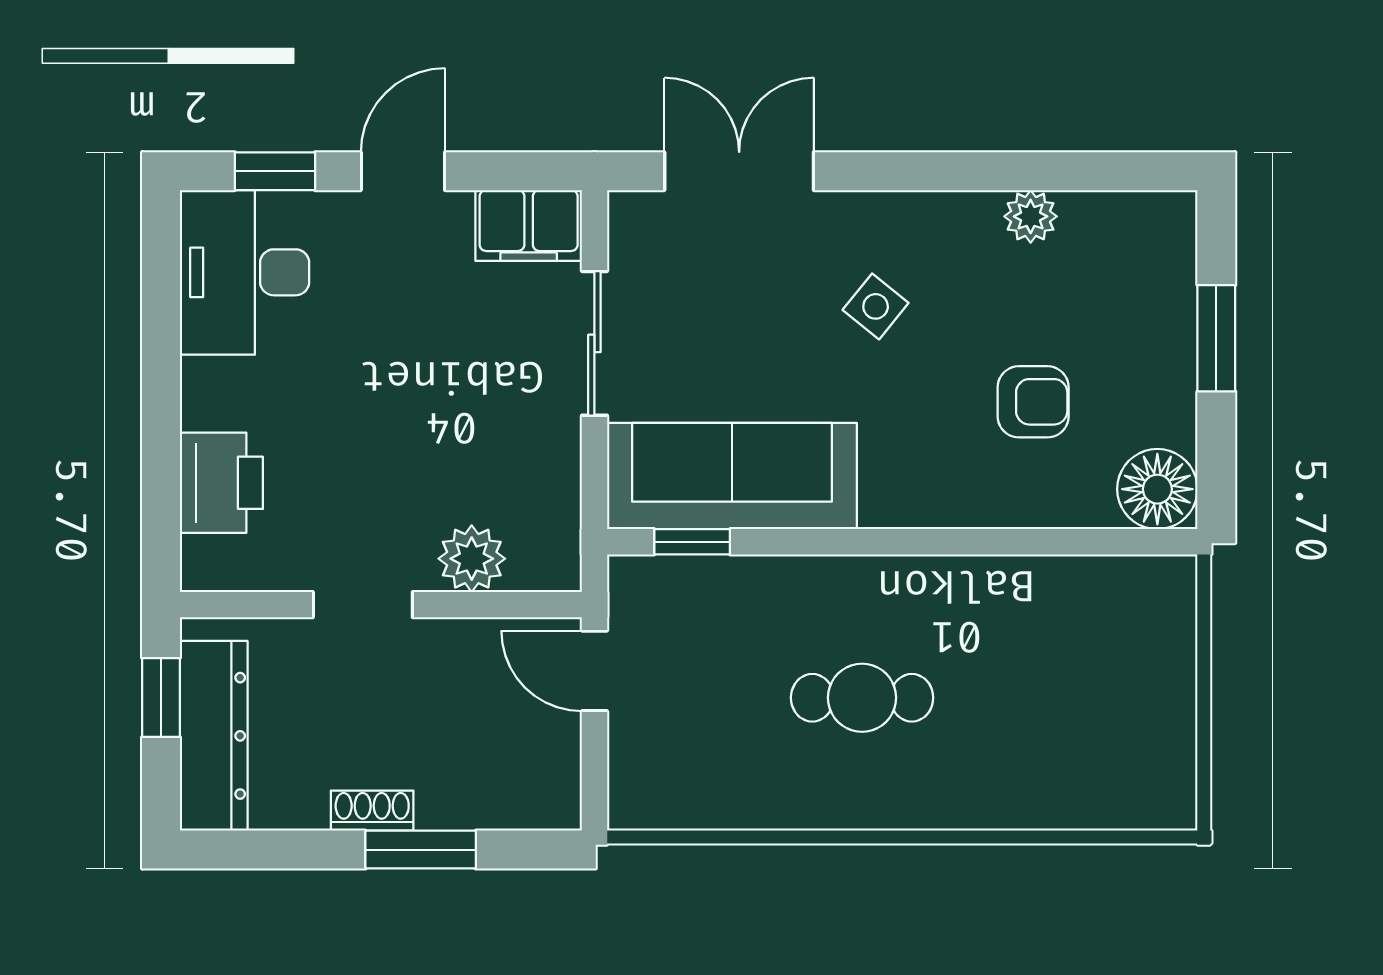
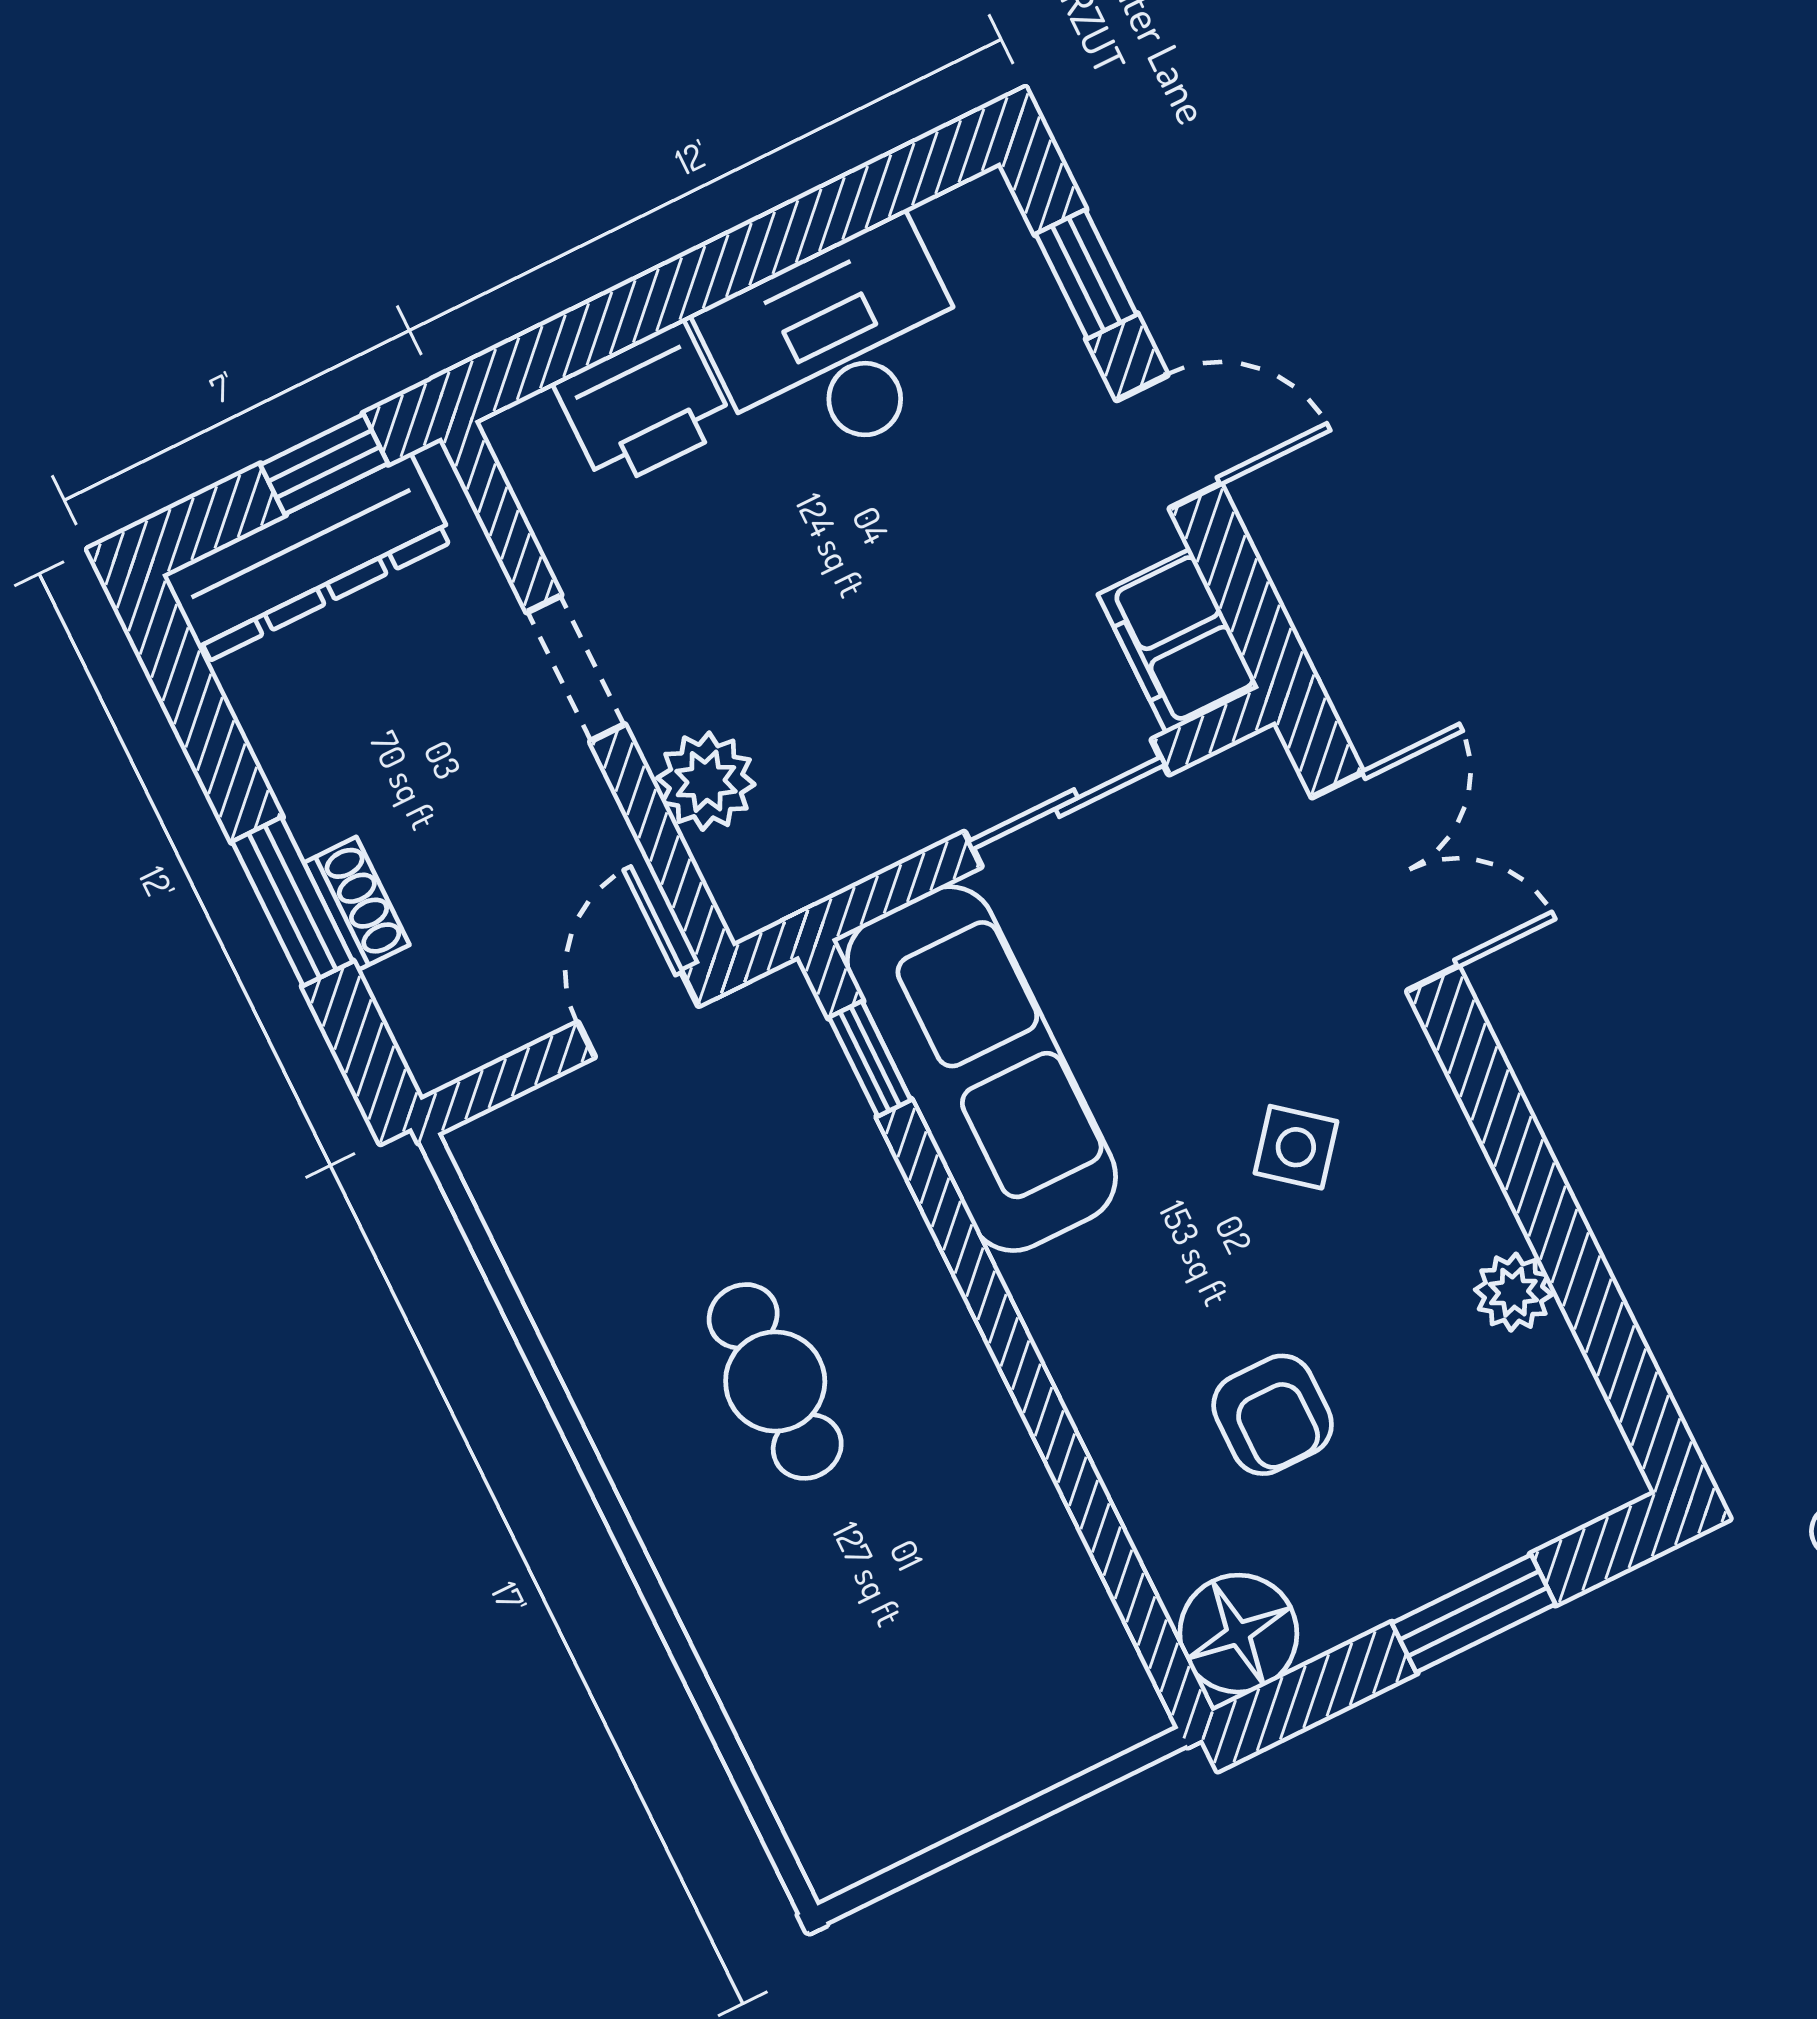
desk: (245, 272) -> (839, 347), moved
shoe rack: (372, 811) -> (357, 904), moved

